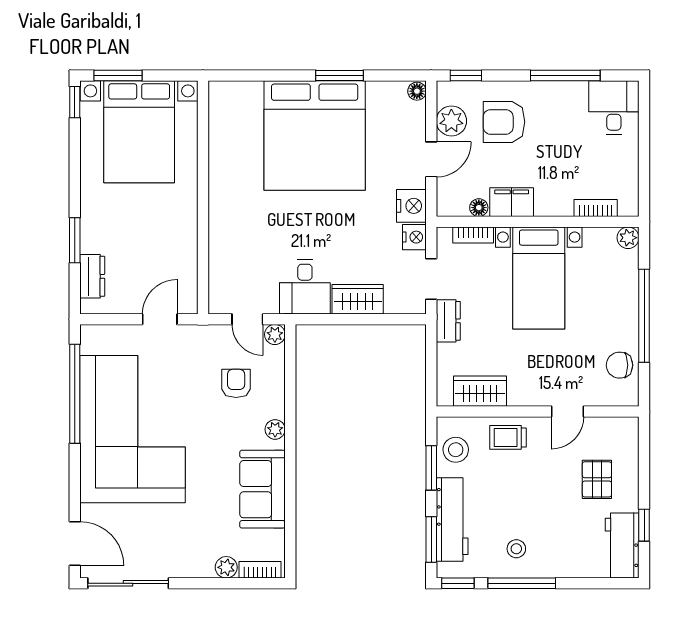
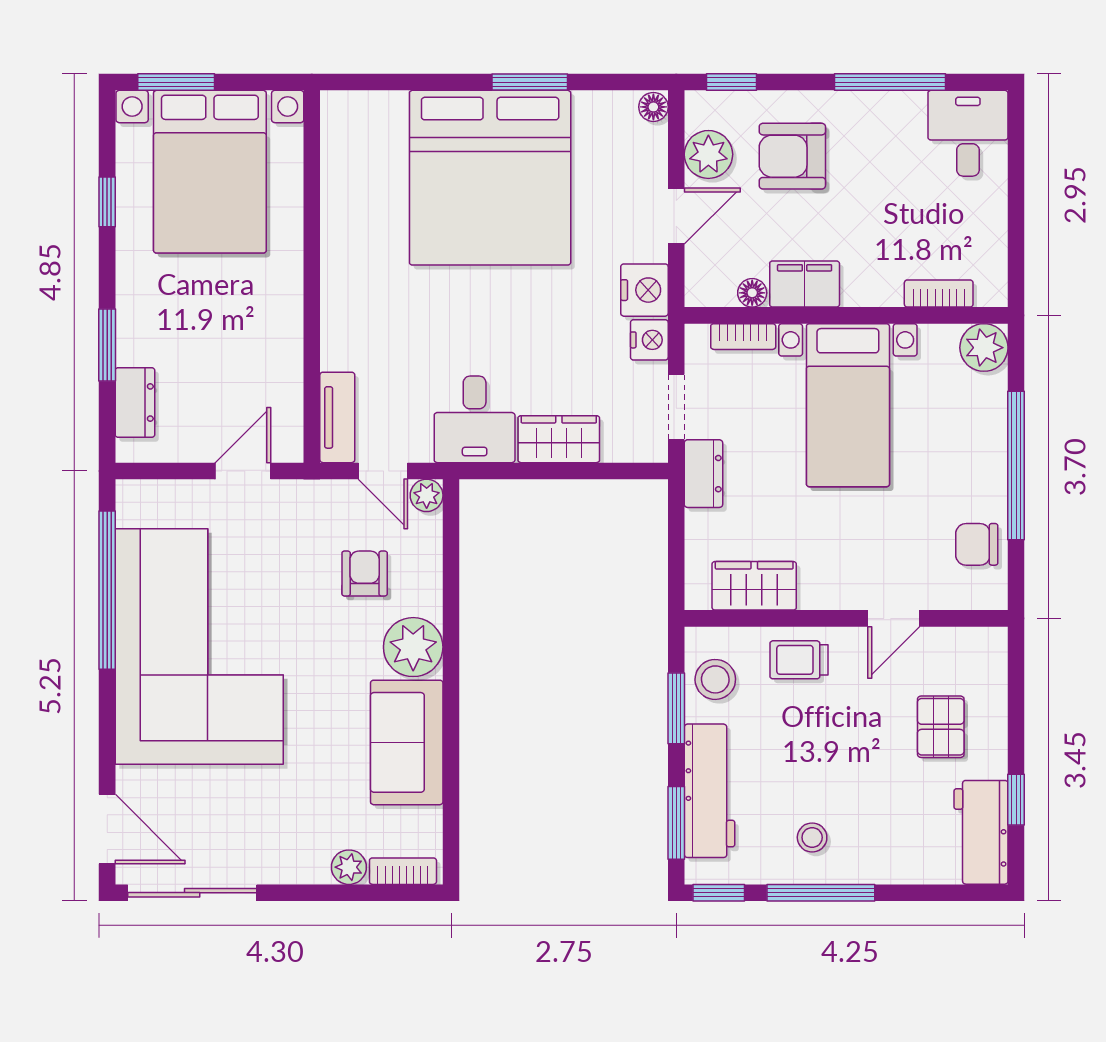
window: (75, 102) -> (107, 202), moved
plant: (628, 238) -> (984, 348), width x1.38, depth x1.38
tv unit: (219, 286) -> (337, 417), added
plant: (275, 429) -> (413, 647), width x1.88, depth x1.88

